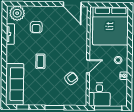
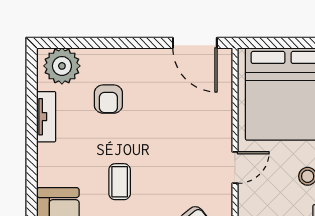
door: (88, 66) -> (235, 168), moved

